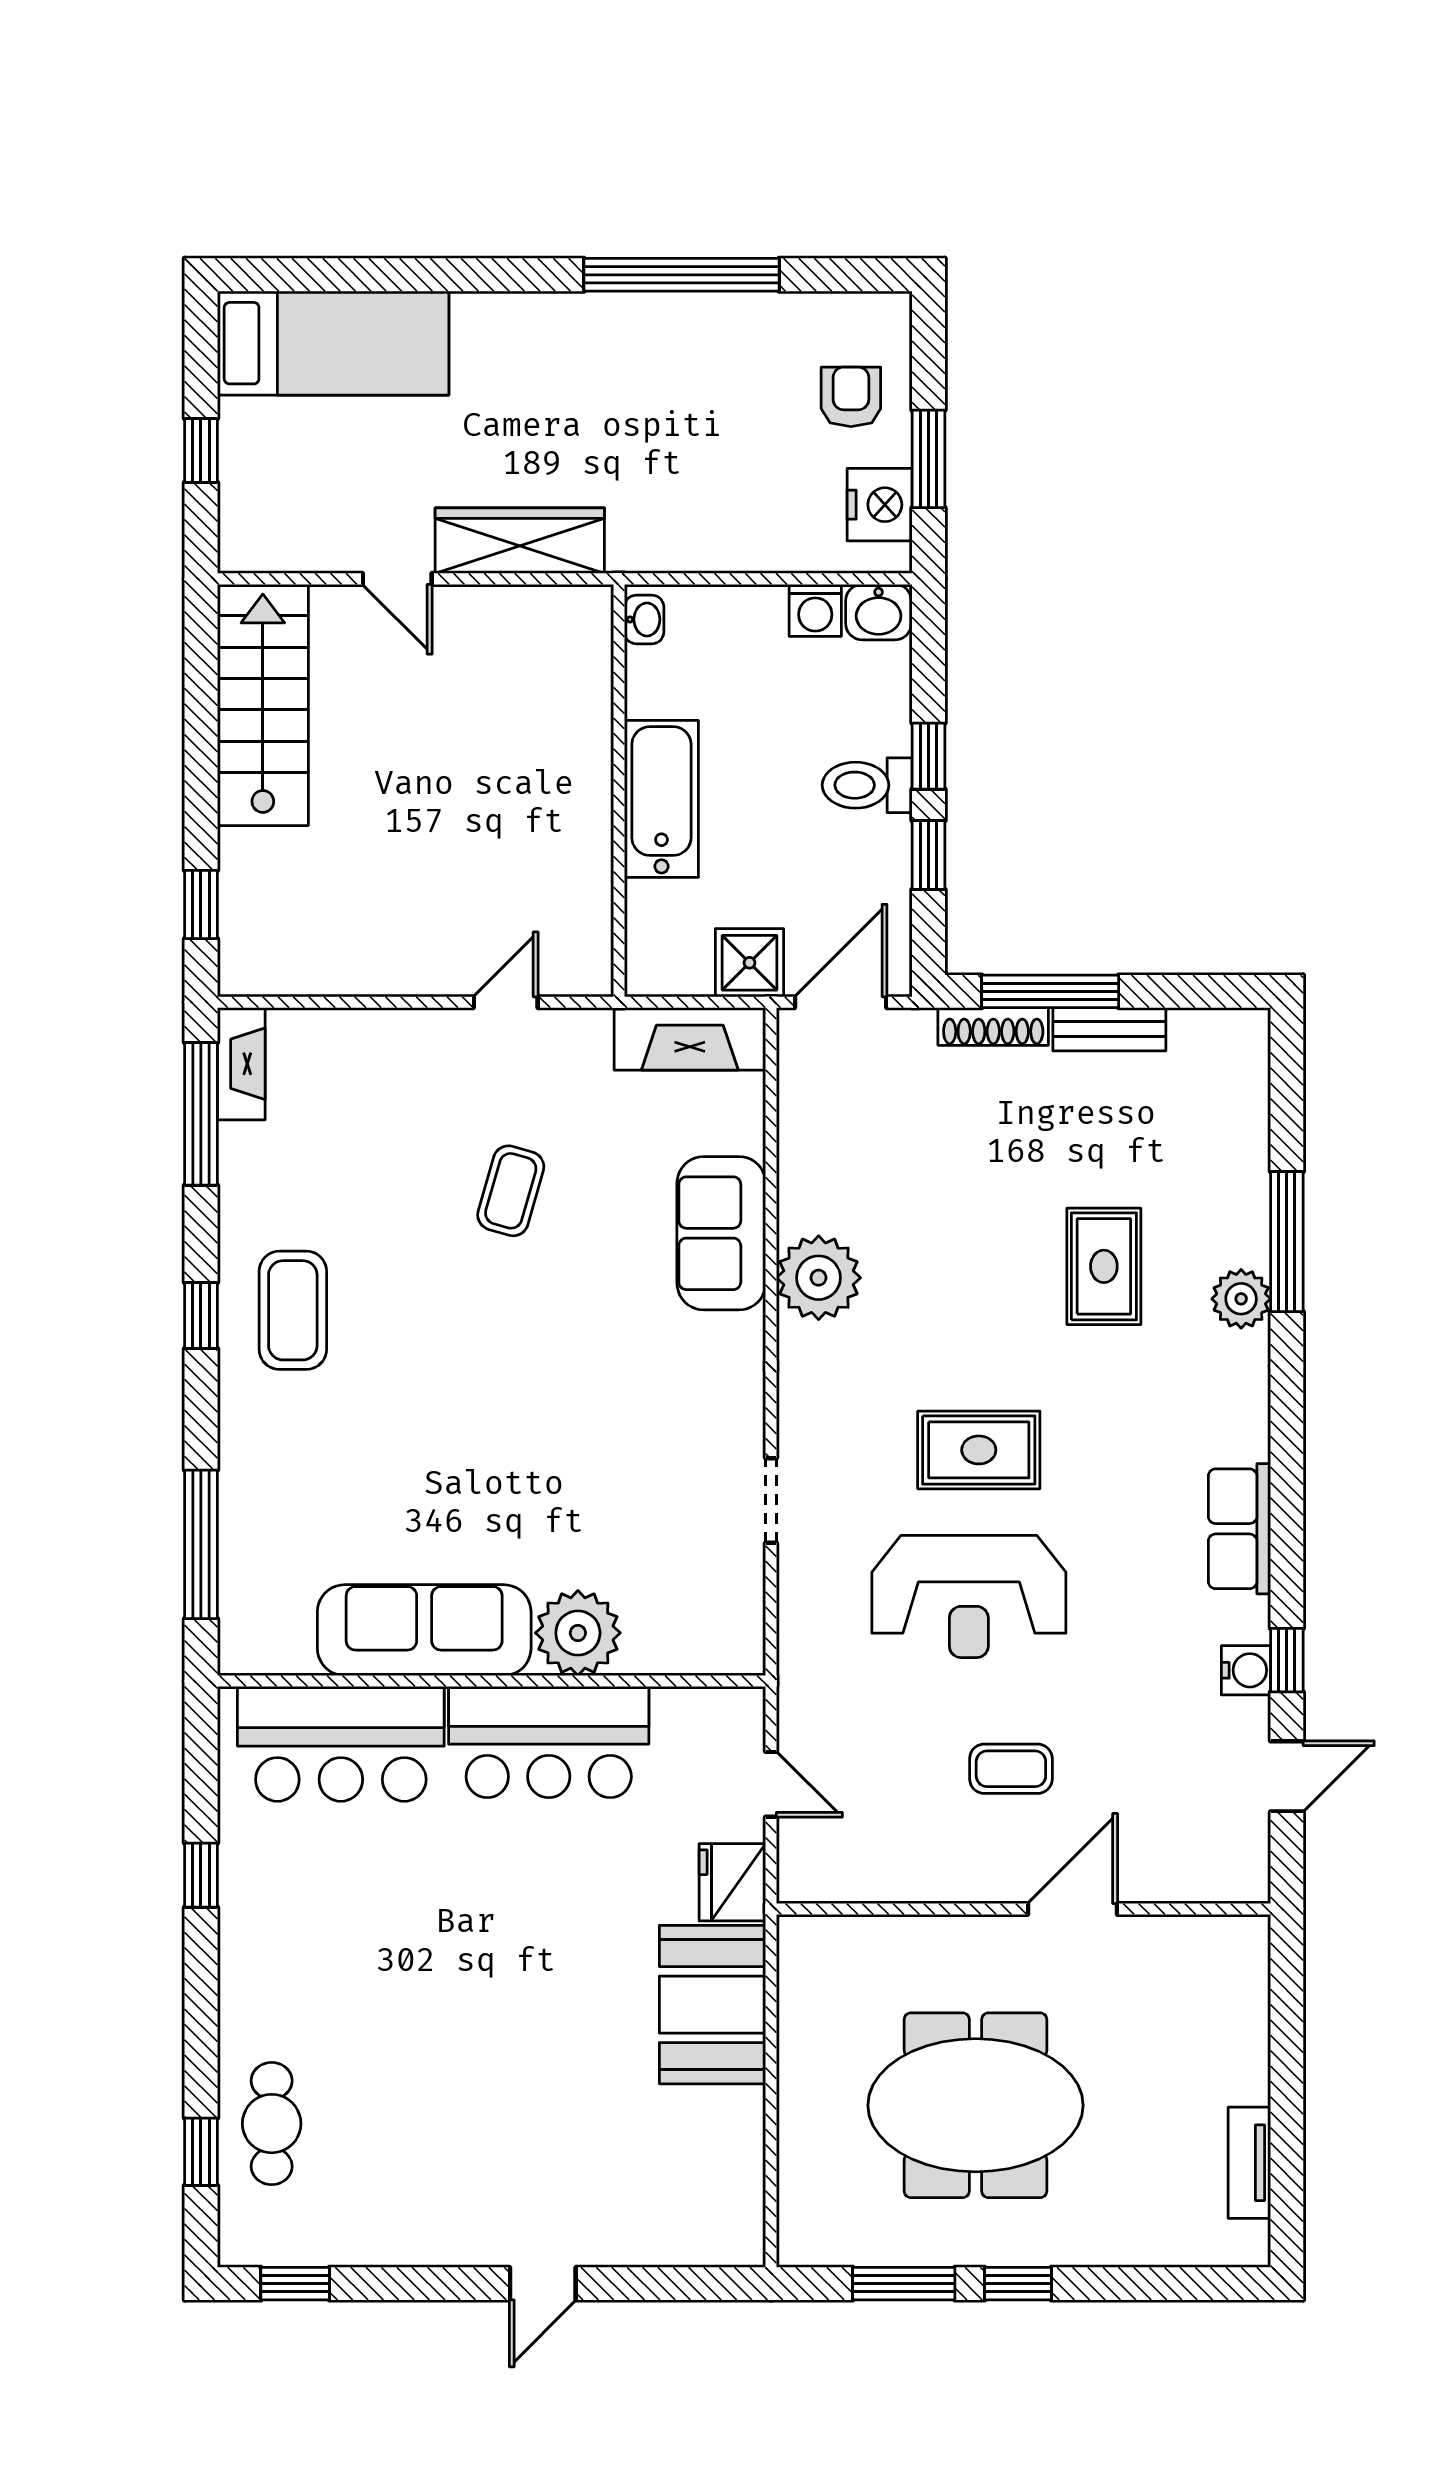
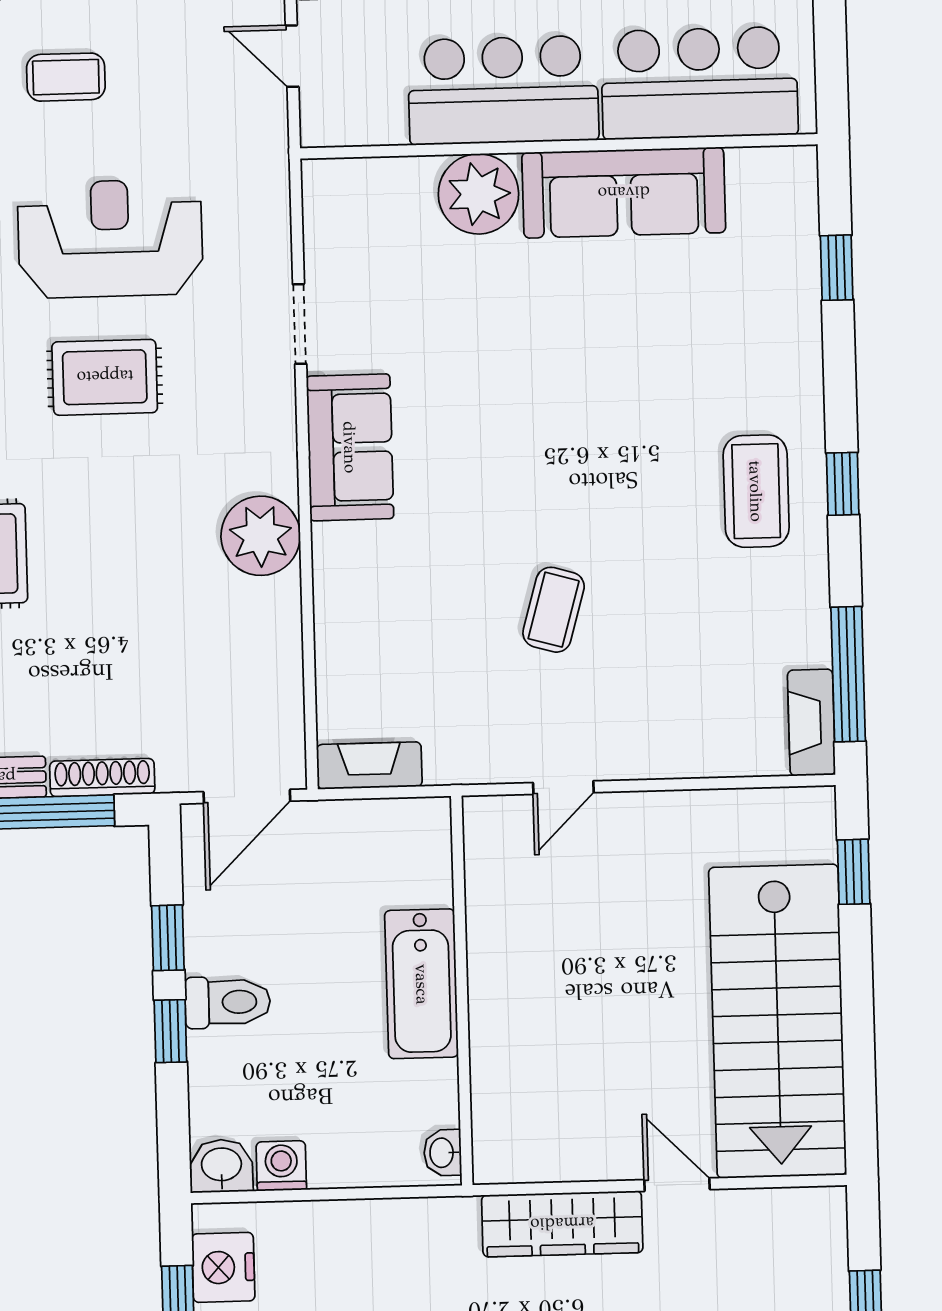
stairs: (263, 705) -> (778, 1021), width x1.36, depth x1.51
shower: (749, 963) -> (334, 831), removed
fireplace: (690, 1039) -> (369, 765), width x0.73, depth x0.76
sofa: (721, 1233) -> (350, 447), moved
window: (201, 1544) -> (837, 268), width x0.46

